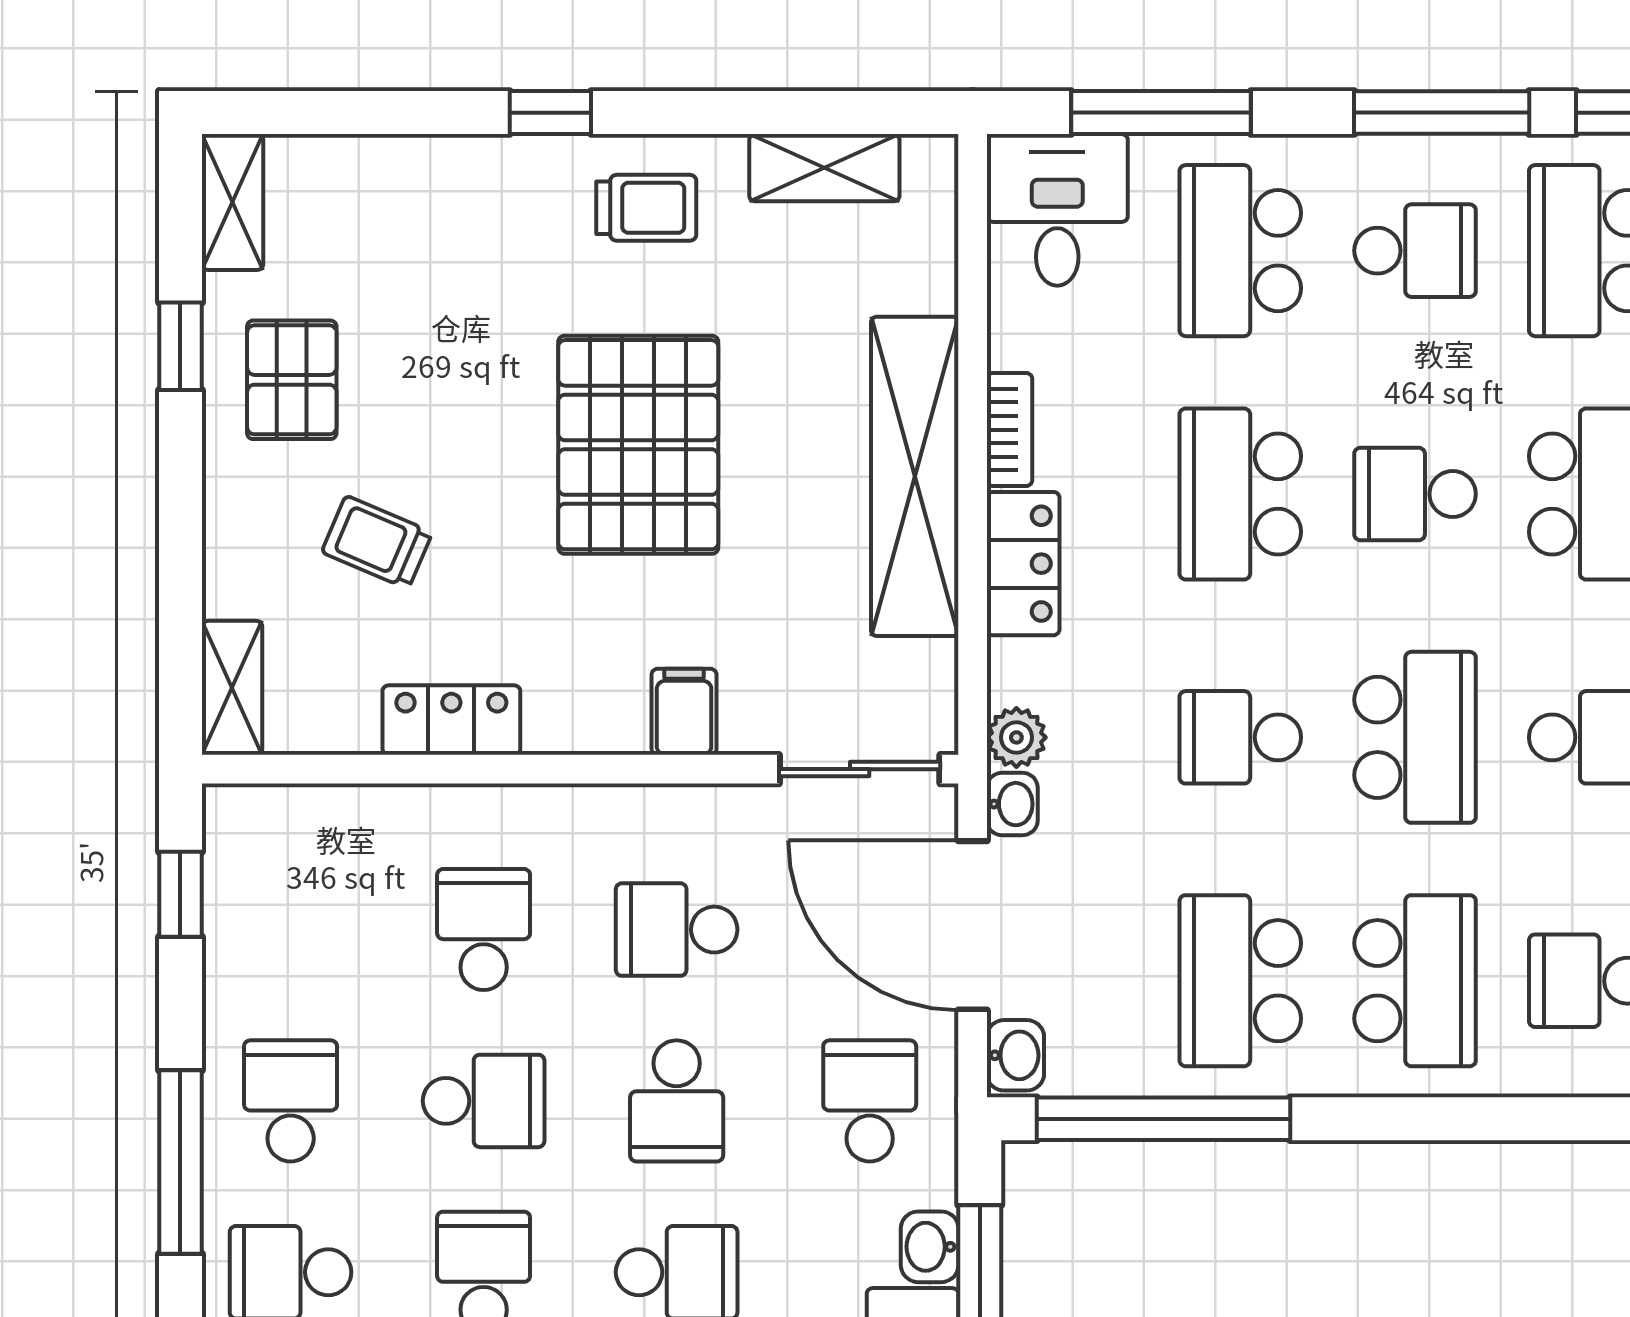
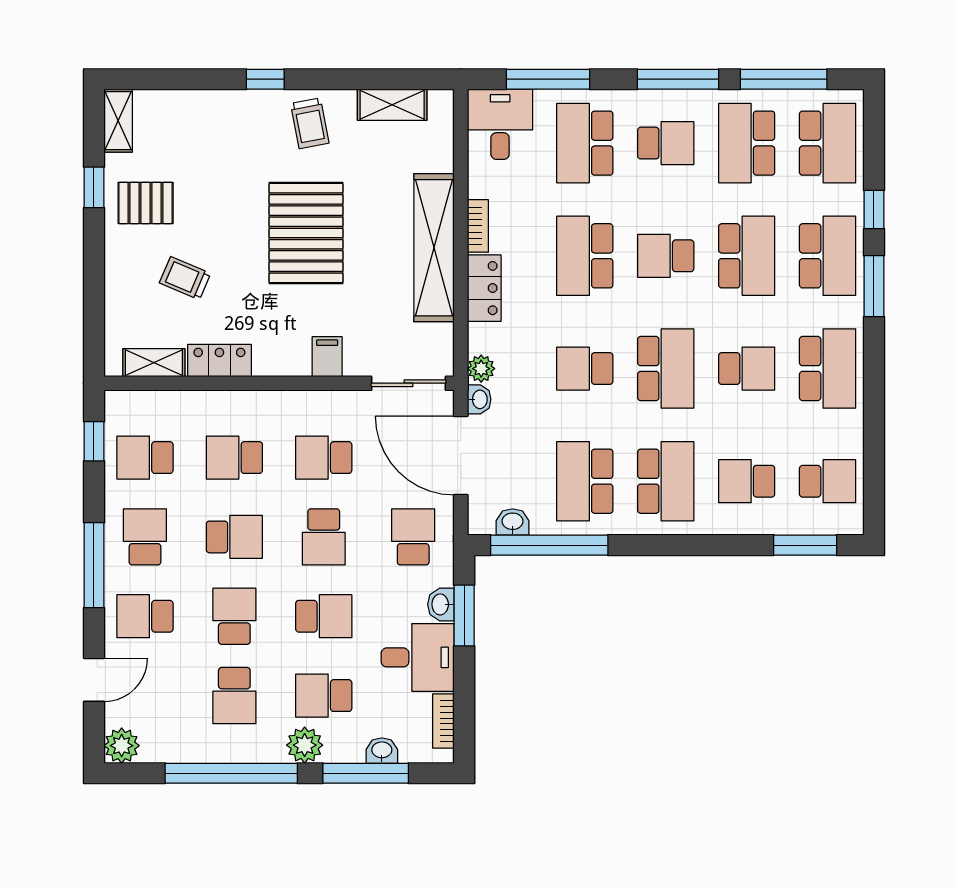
trolley: (646, 208) -> (310, 123), turned 79
pallet: (292, 380) -> (146, 203), turned 90
shelving: (232, 688) -> (154, 363), moved, turned 90
school desk: (291, 930) -> (145, 458), added
school desk: (484, 930) -> (234, 458), turned -90
washbasin: (1015, 1055) -> (513, 522), moved, turned -90

